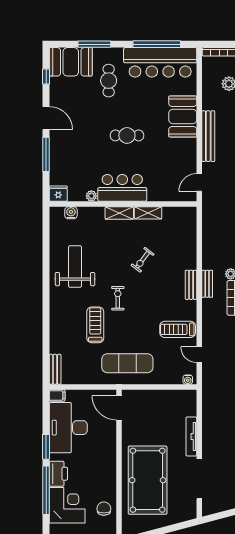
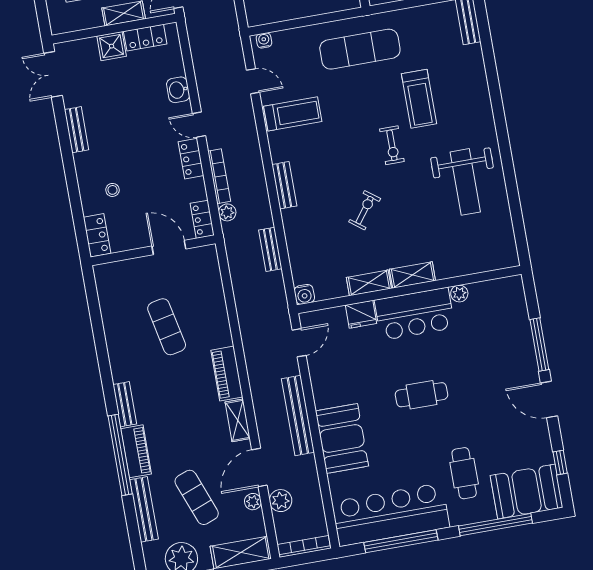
window: (94, 44) -> (495, 525), width x1.46
fridge: (58, 194) -> (361, 314), moved
water cooler: (71, 213) -> (304, 294), moved
bench: (207, 284) -> (270, 249), moved

